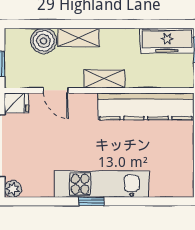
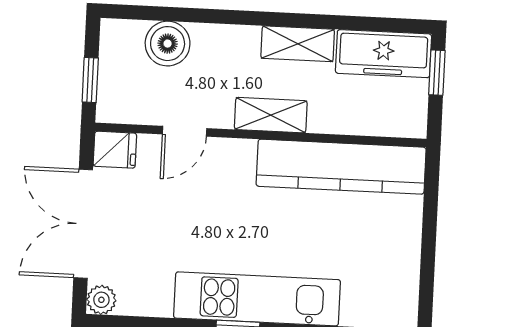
shelving: (79, 37) -> (298, 44), moved
door: (56, 90) -> (185, 131), hinge flipped

